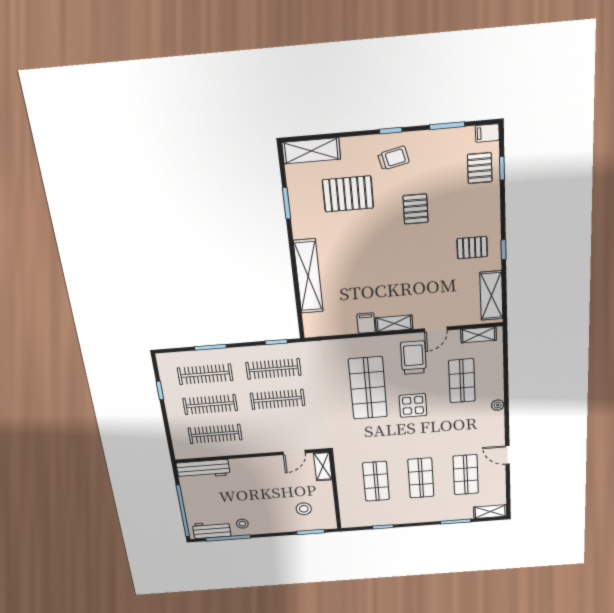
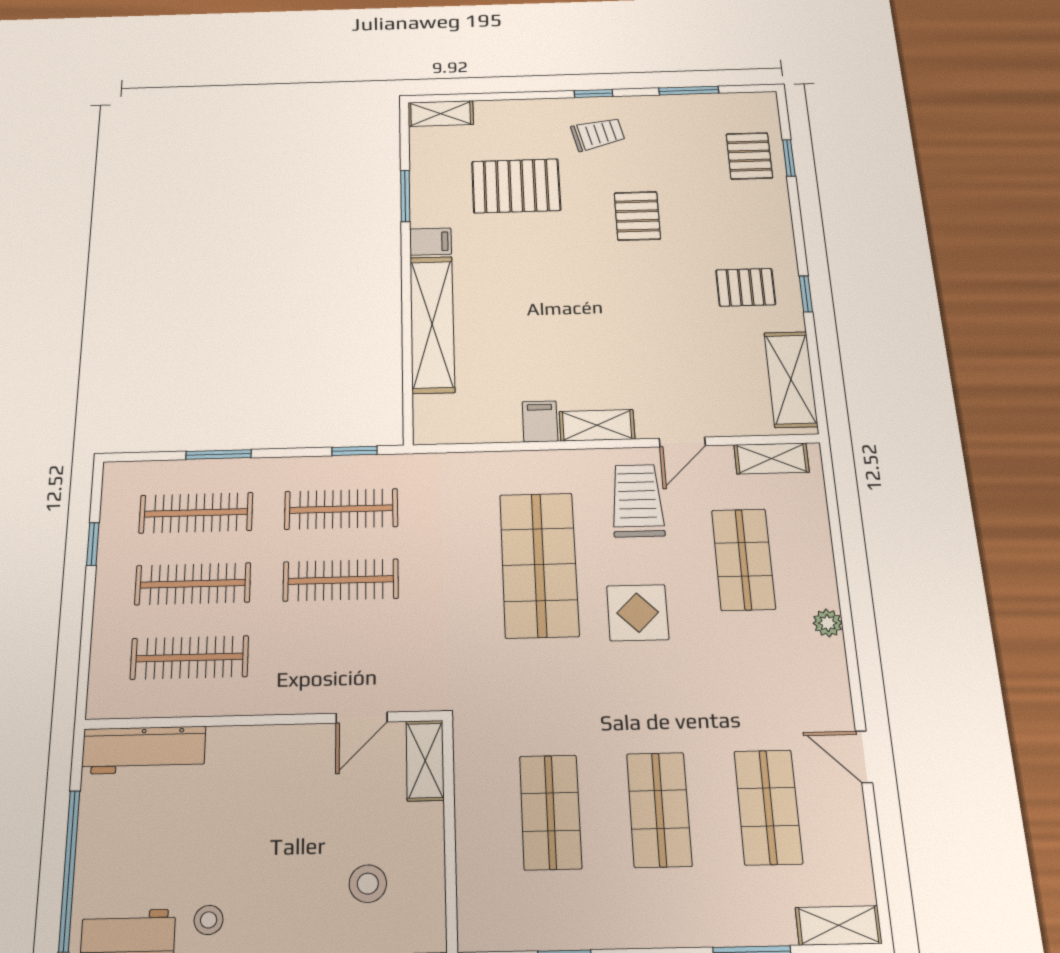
filing cabinet: (487, 133) -> (431, 242), moved, turned 180
shelving: (311, 151) -> (441, 114), width x0.67, depth x0.75

